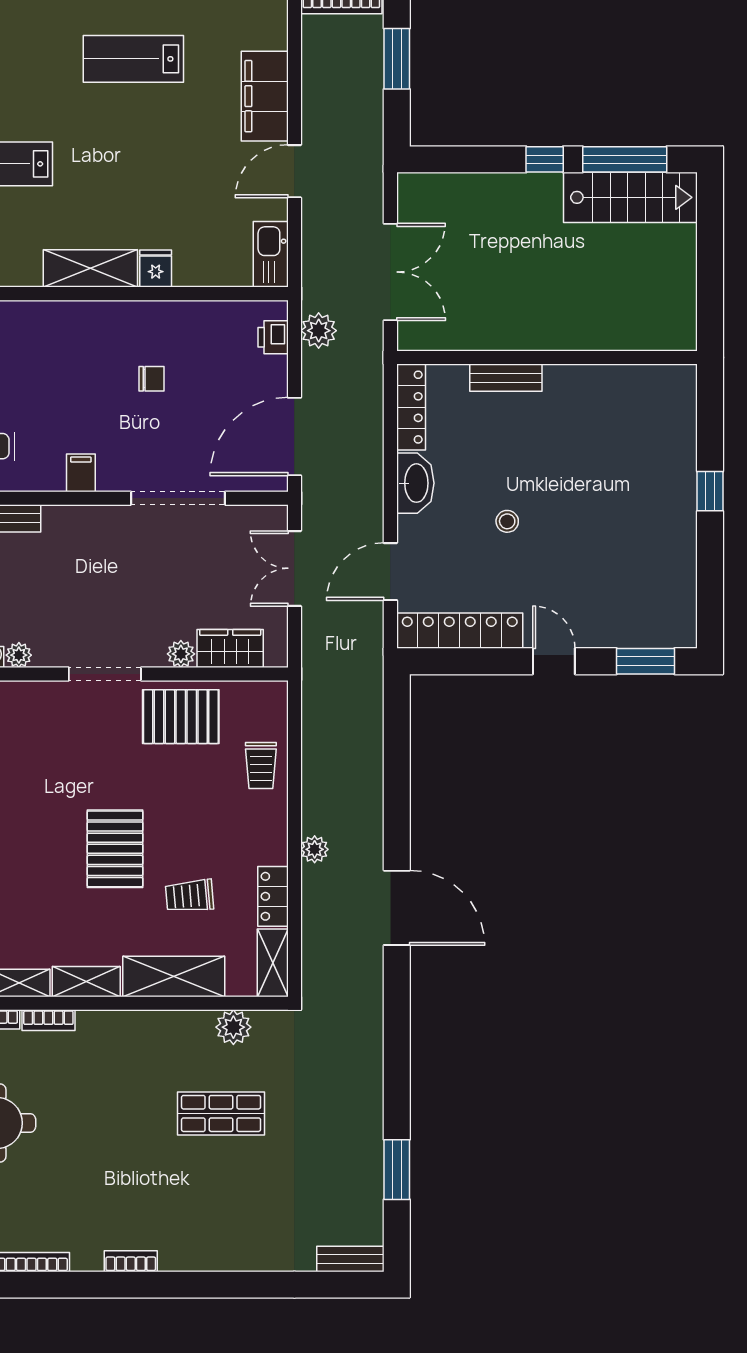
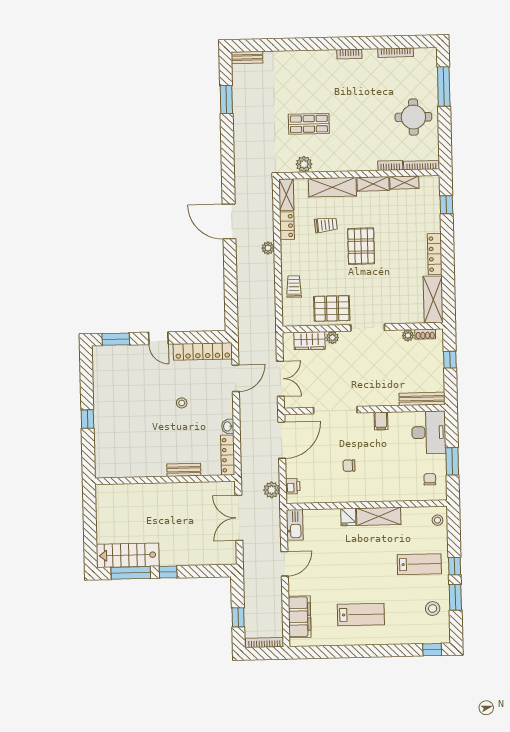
window: (397, 59) -> (238, 617), width x0.67
filing cabinet: (265, 96) -> (300, 617), moved
washbasin: (415, 483) -> (228, 426), width x0.52, depth x0.69

